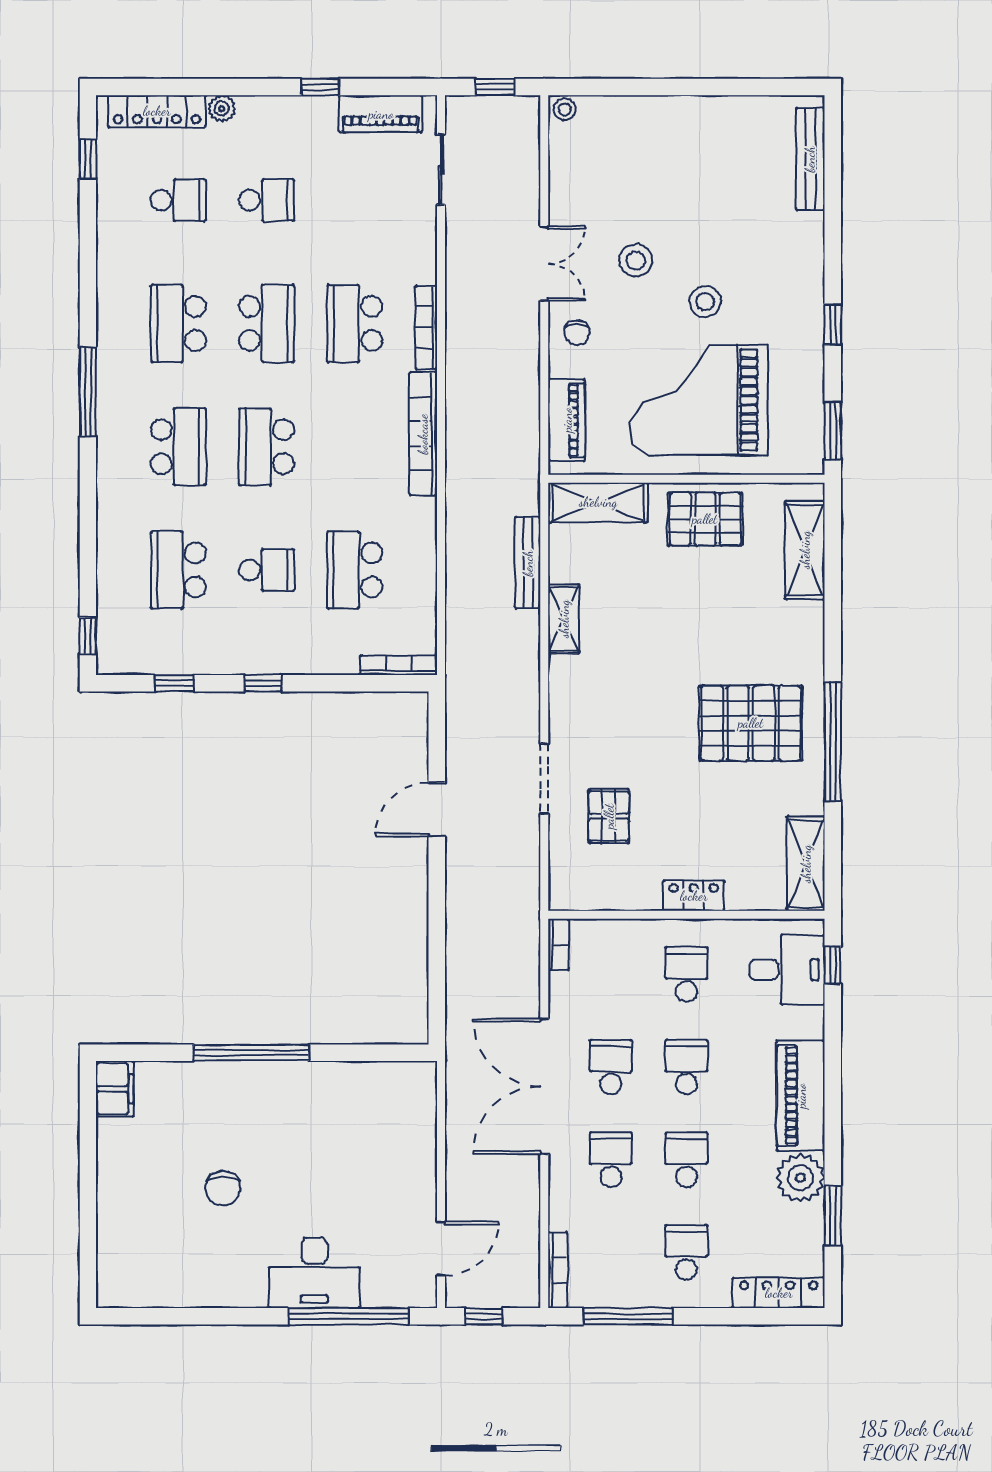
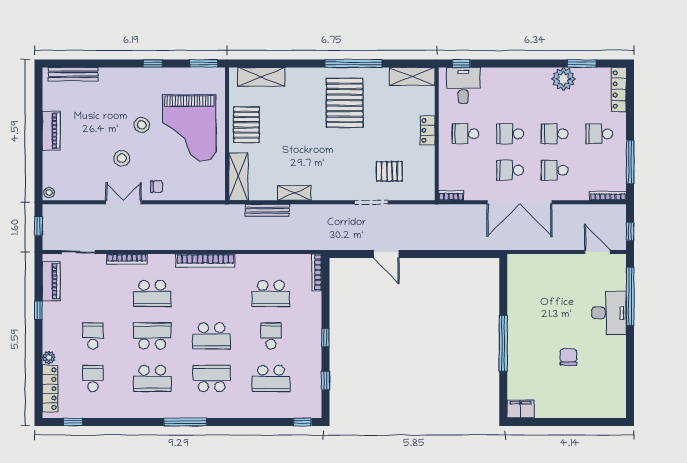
bookcase: (426, 328) -> (127, 259), moved
piano: (567, 420) -> (51, 131), moved, turned 90
piano: (801, 1096) -> (524, 79), removed
chair: (223, 1188) -> (568, 357), turned -90

